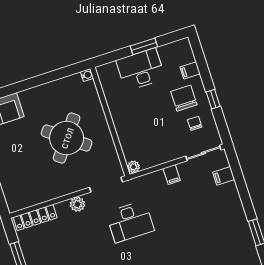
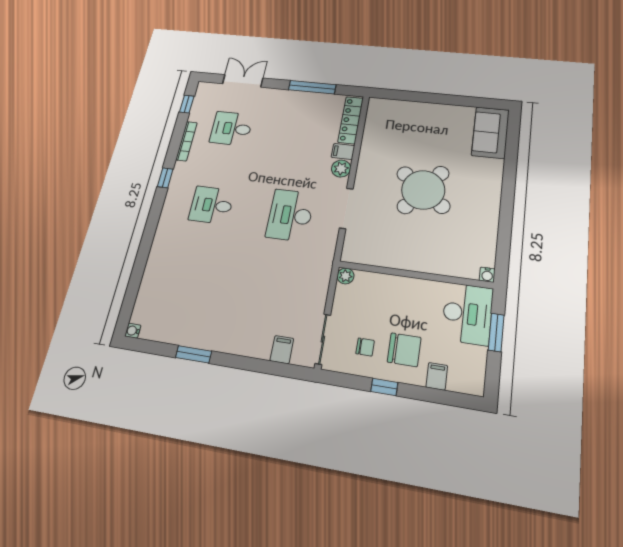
water cooler: (87, 75) -> (487, 275), moved
wall: (110, 122) -> (415, 275), moved
plant: (133, 167) -> (346, 276), moved
filing cabinet: (172, 175) -> (343, 152), moved

